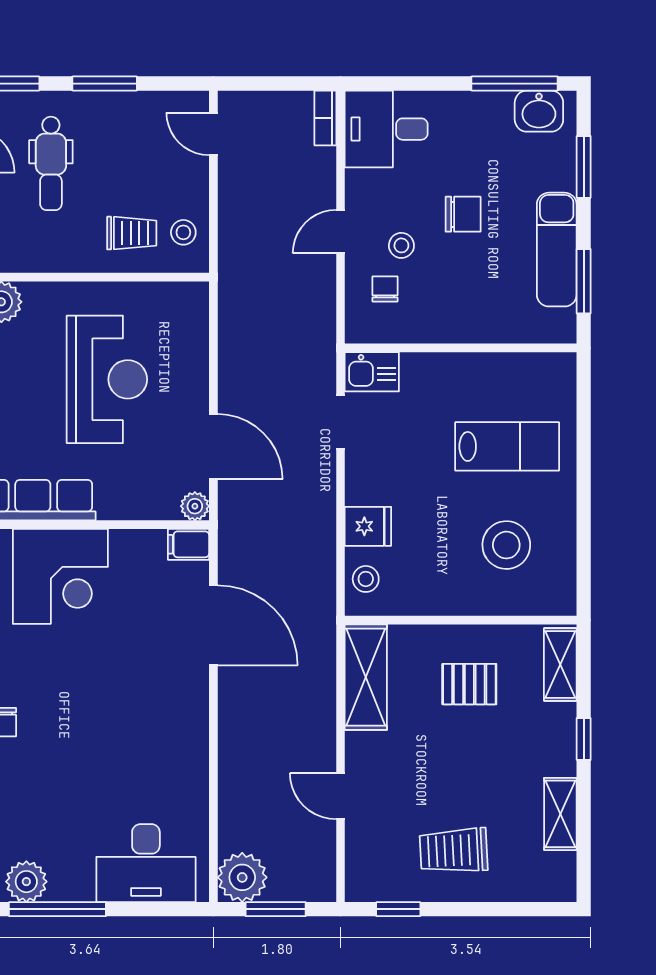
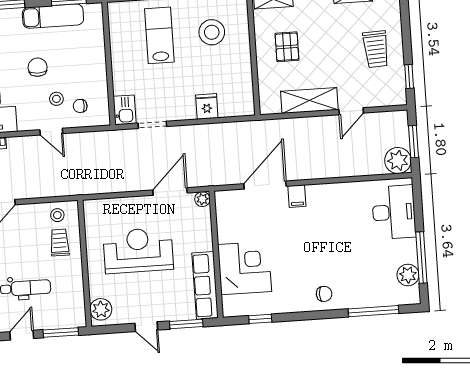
filing cabinet: (188, 544) -> (297, 196), moved
stool: (366, 579) -> (235, 106), removed
shelving: (366, 677) -> (309, 101), moved

